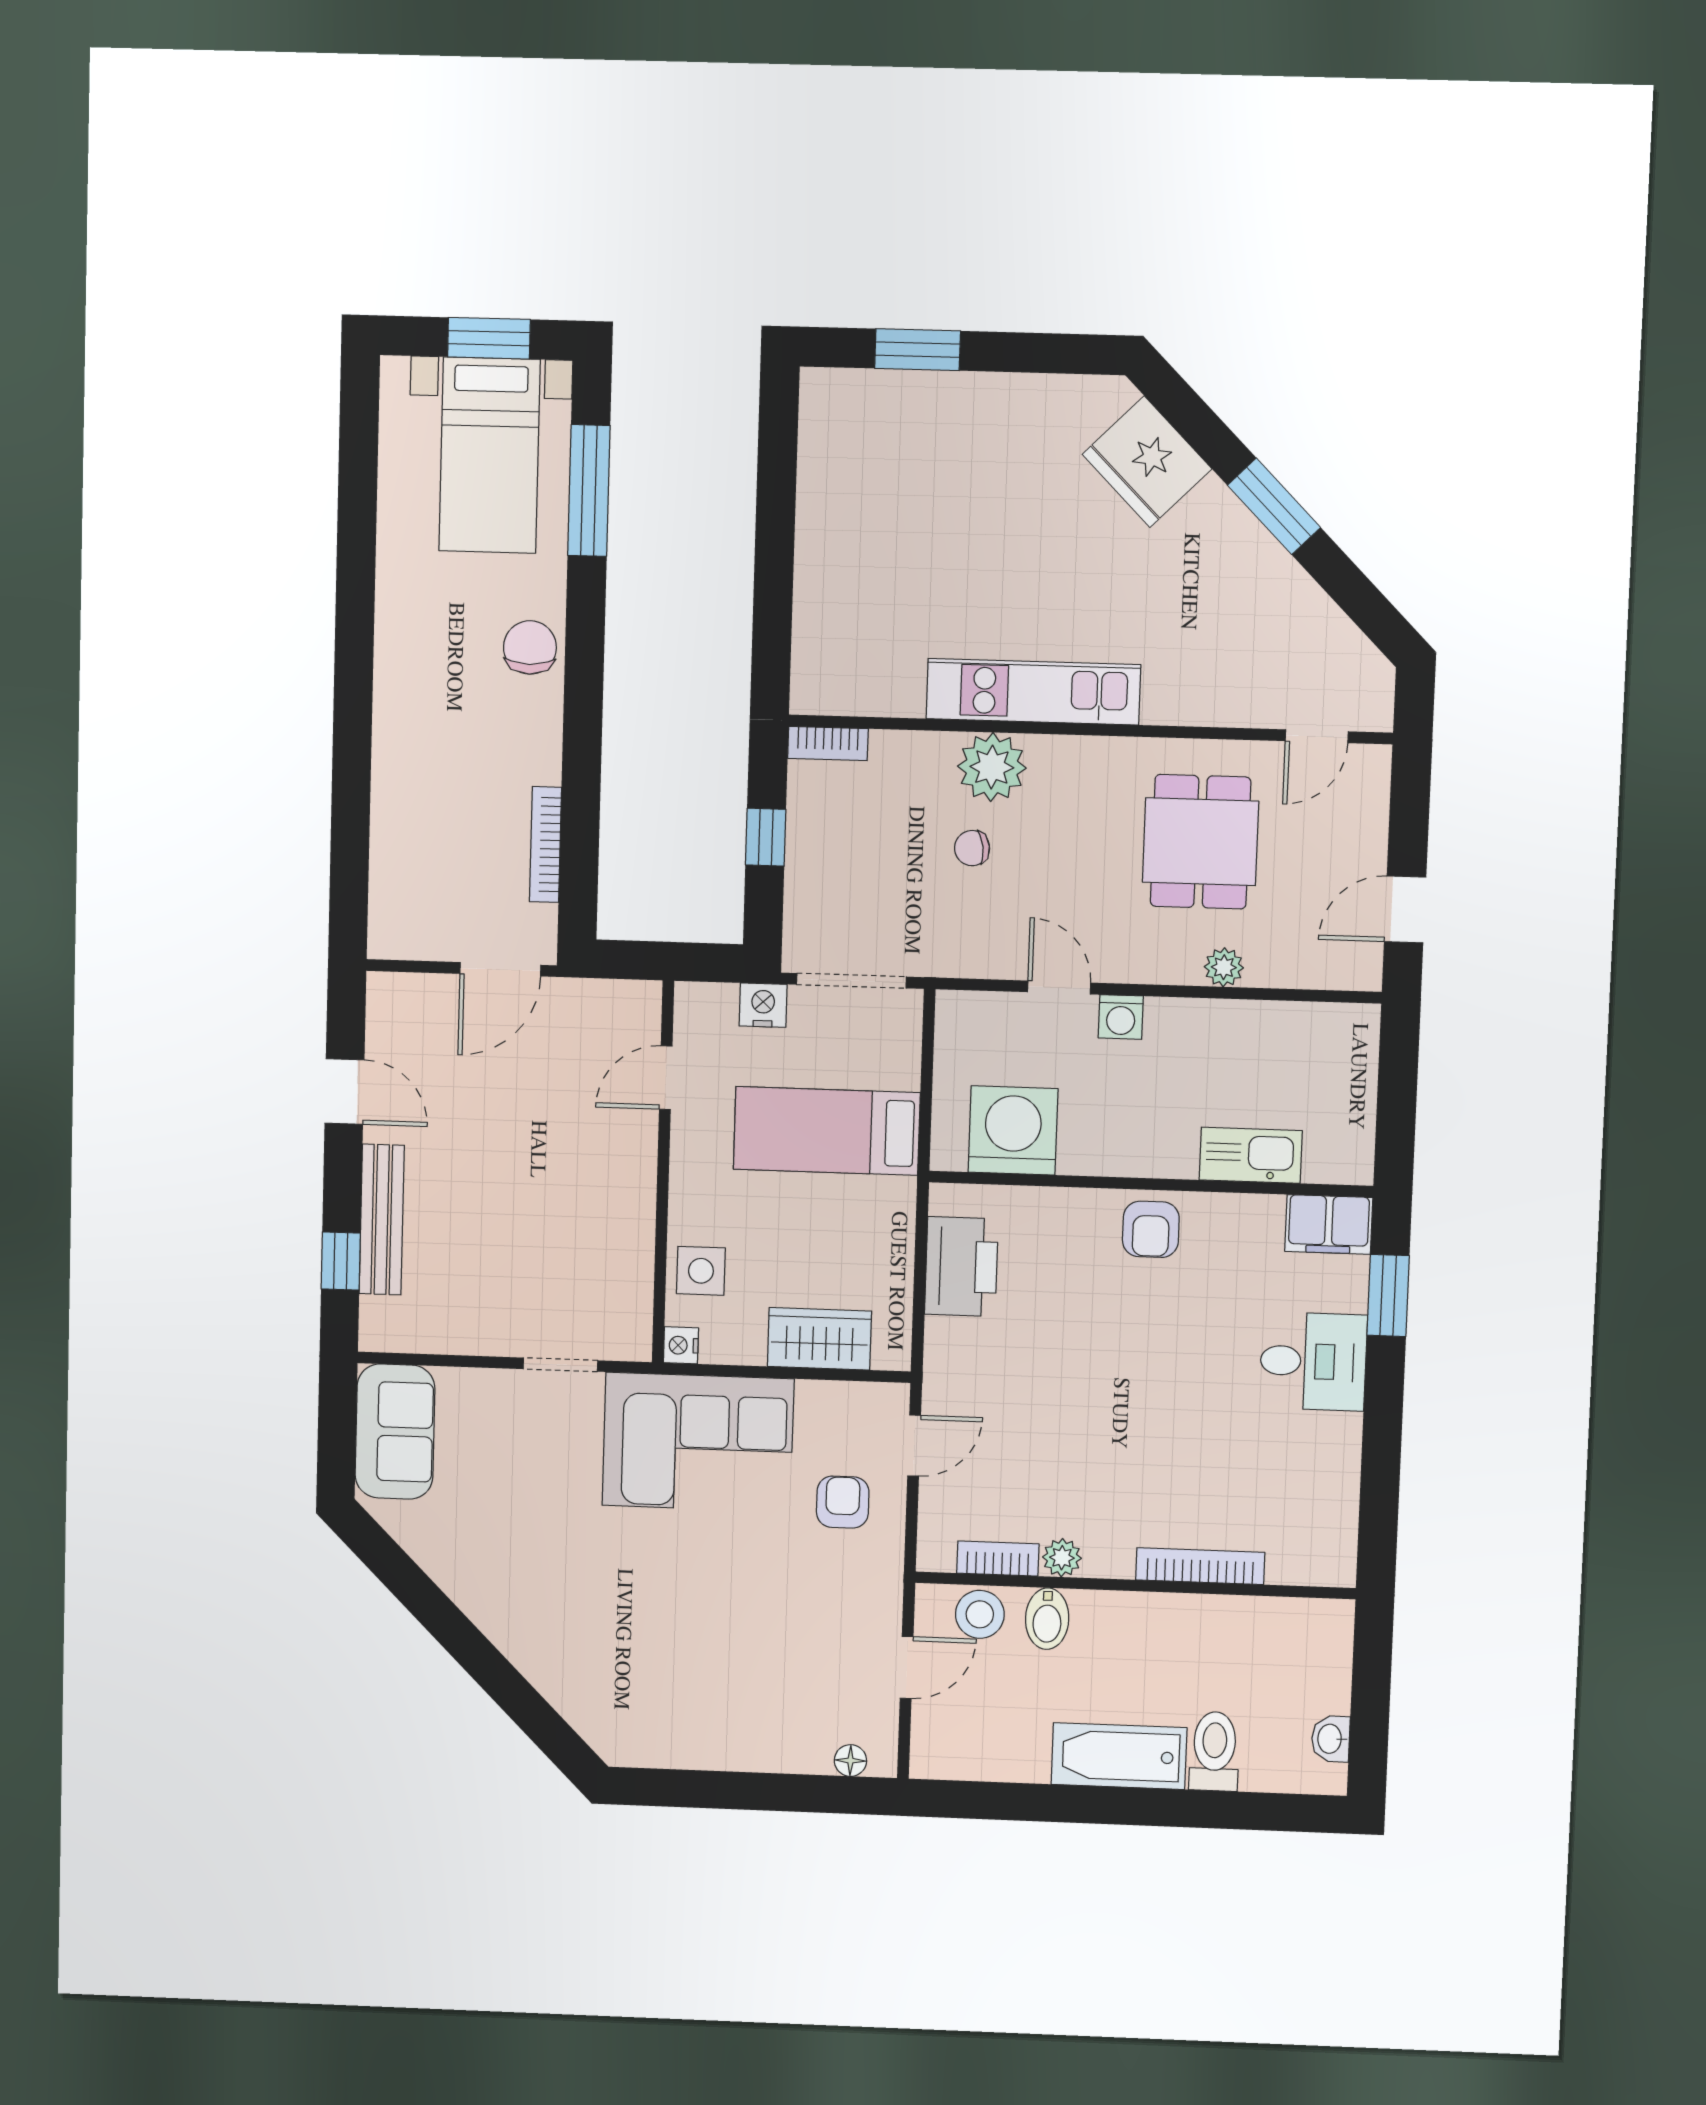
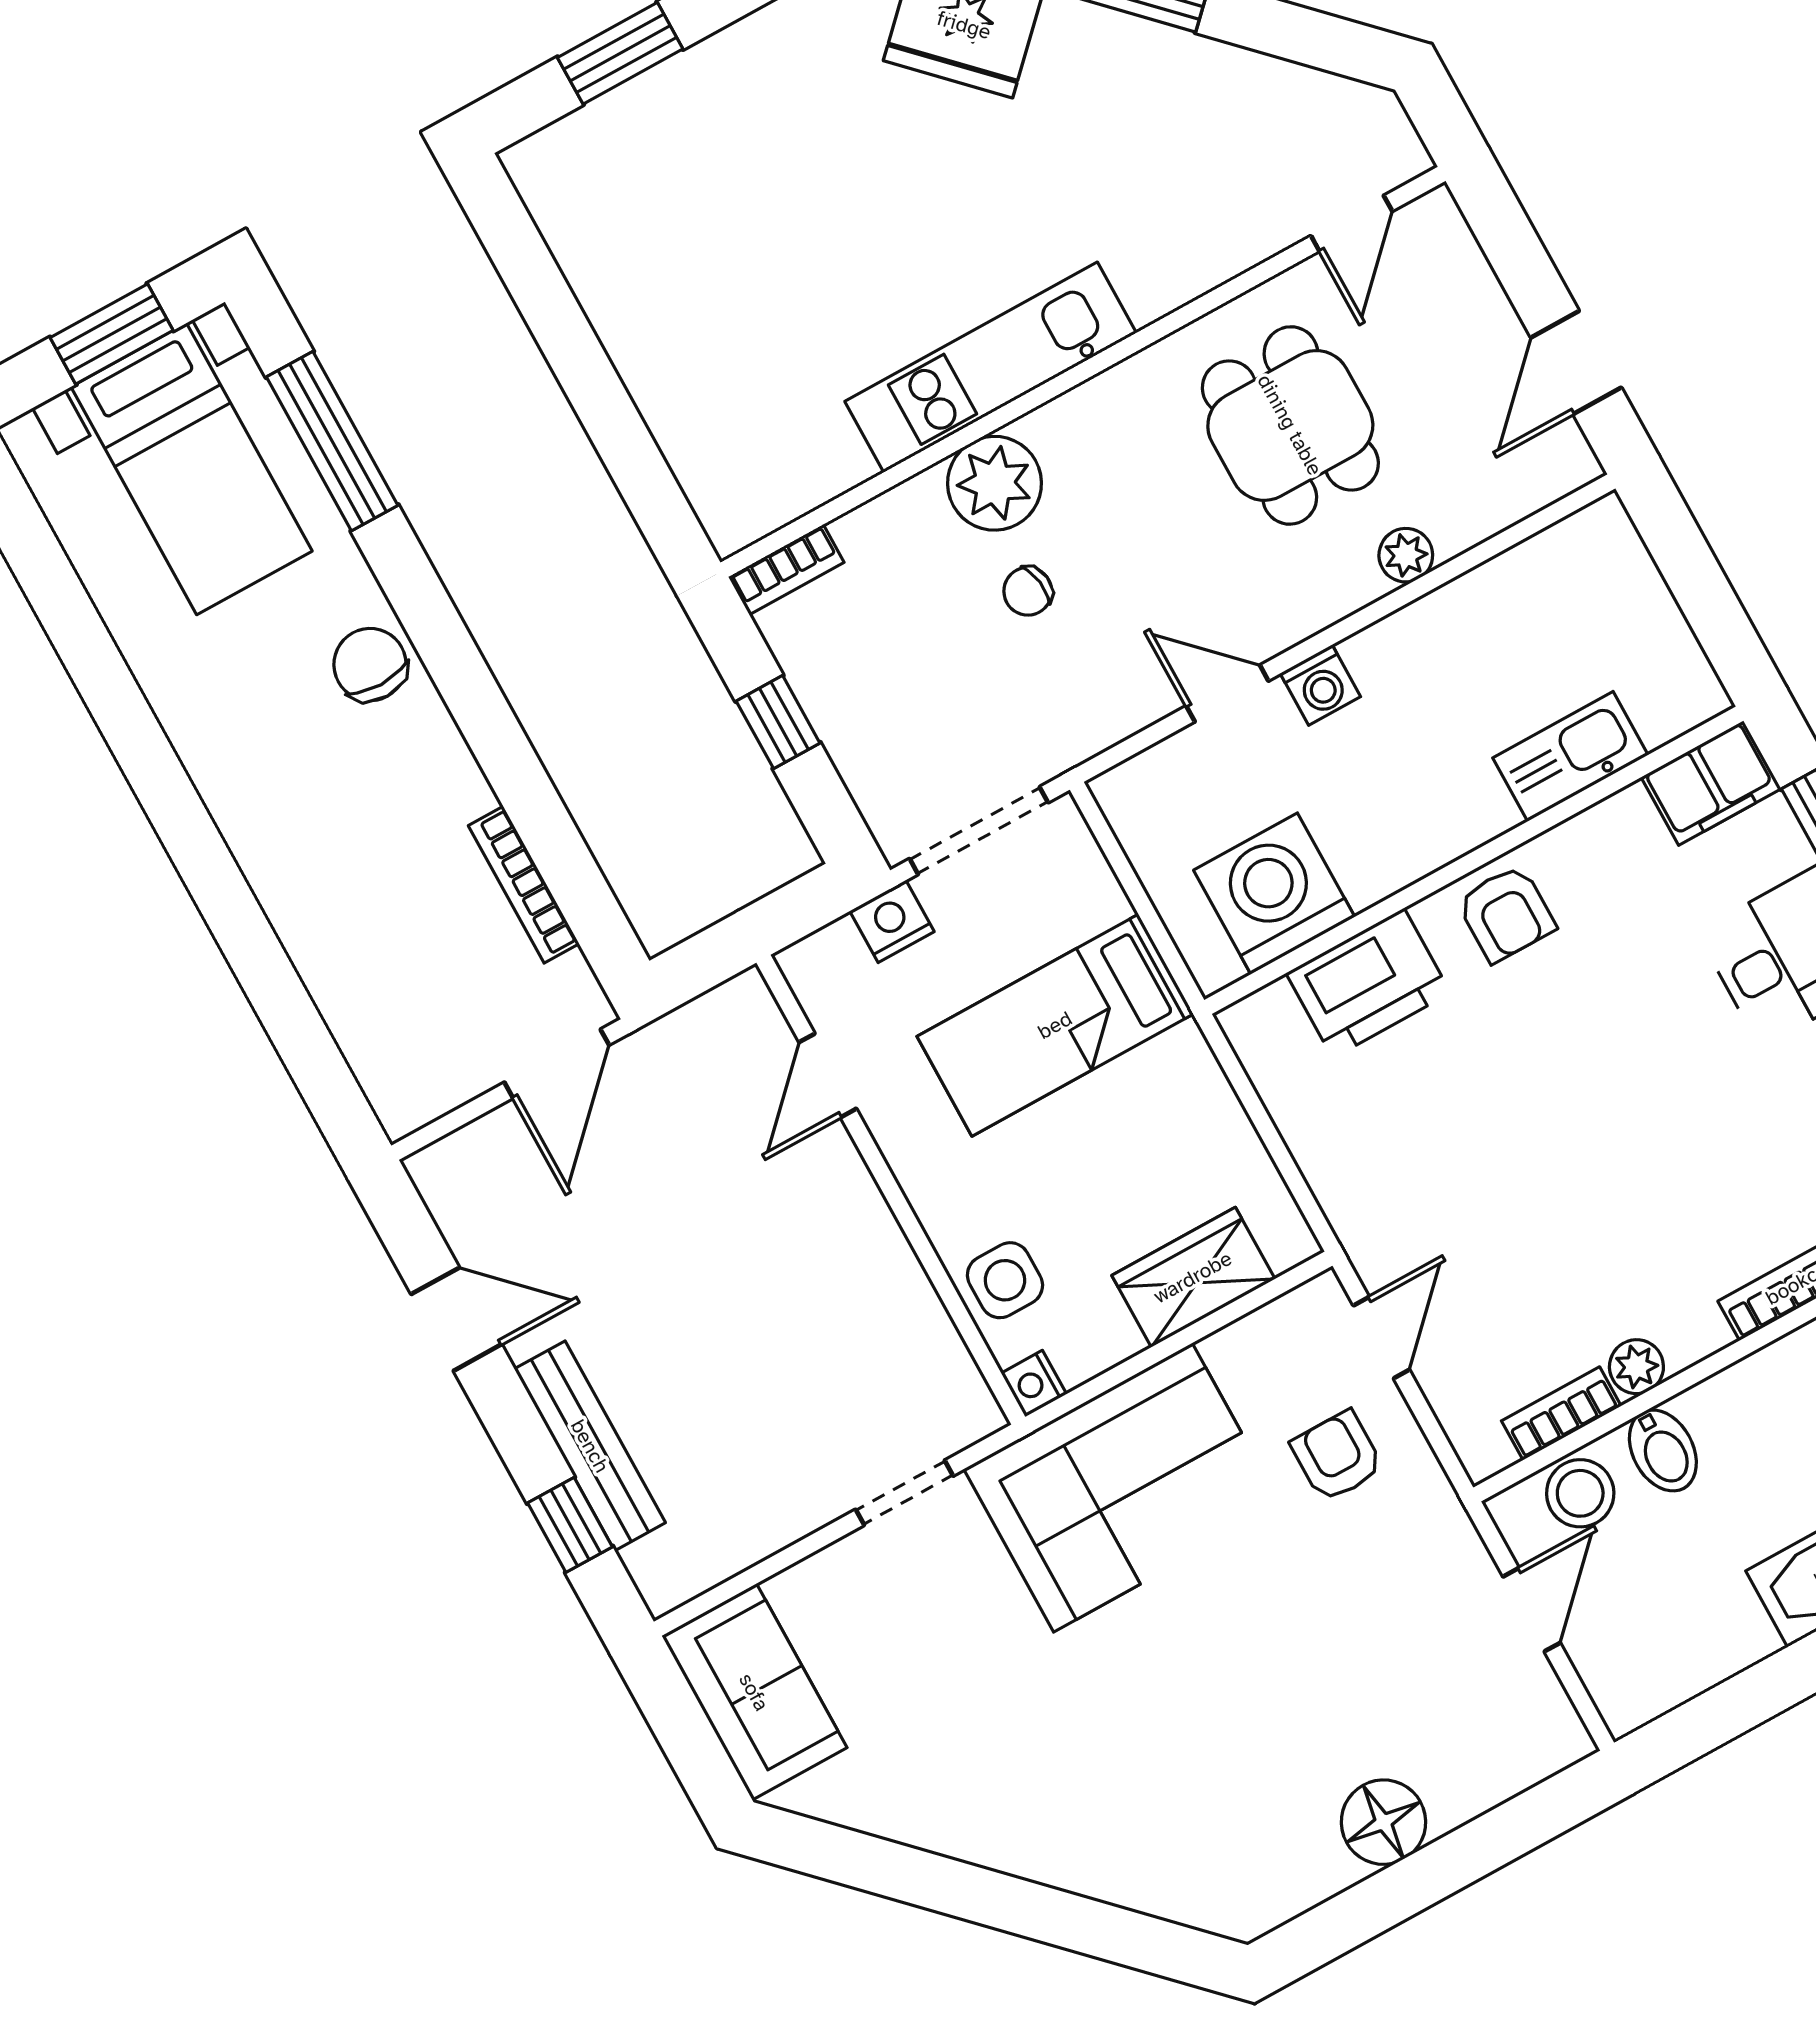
printer: (961, 1267) -> (1368, 983), moved, turned 90
floor lamp: (850, 1761) -> (1383, 1822), moved, width x1.89, depth x1.89

